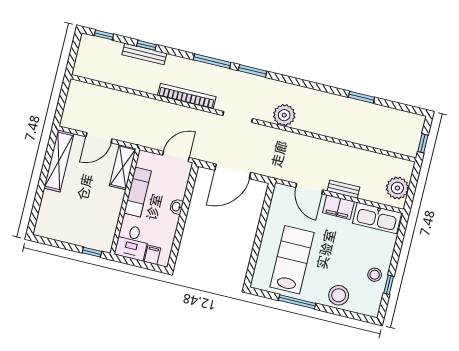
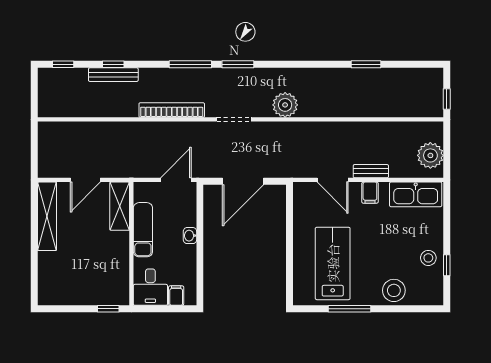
filing cabinet: (338, 207) -> (370, 193), width x0.50

